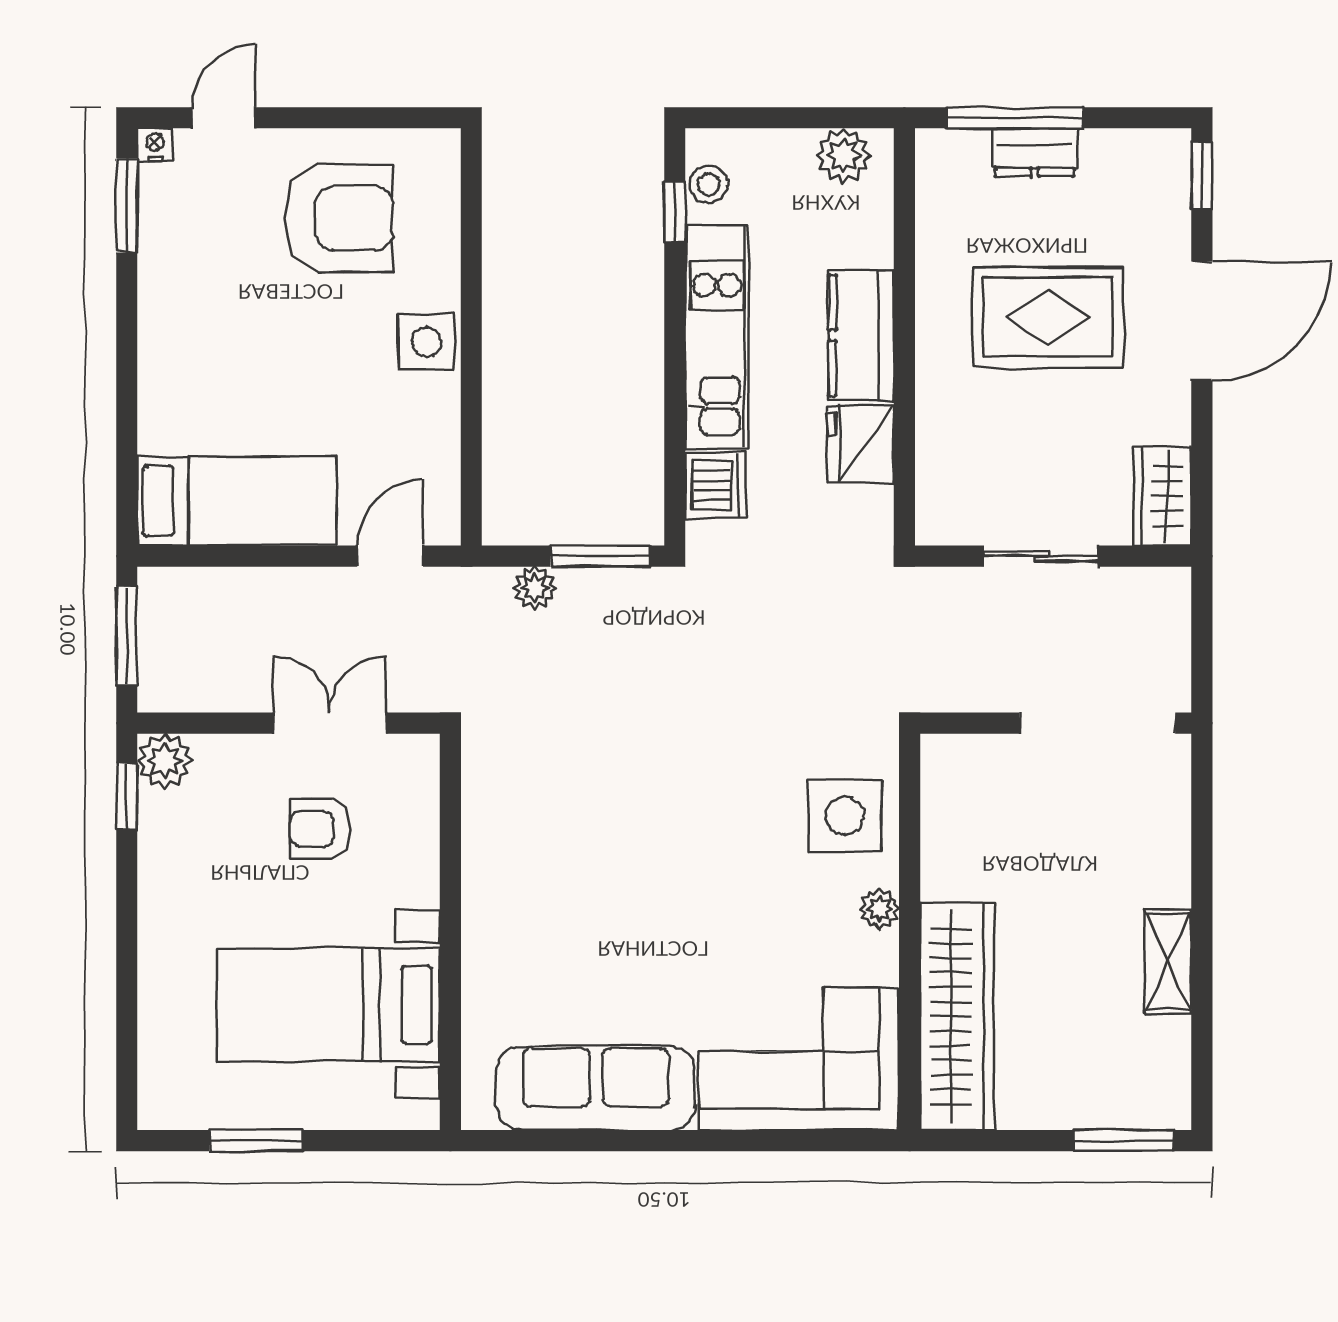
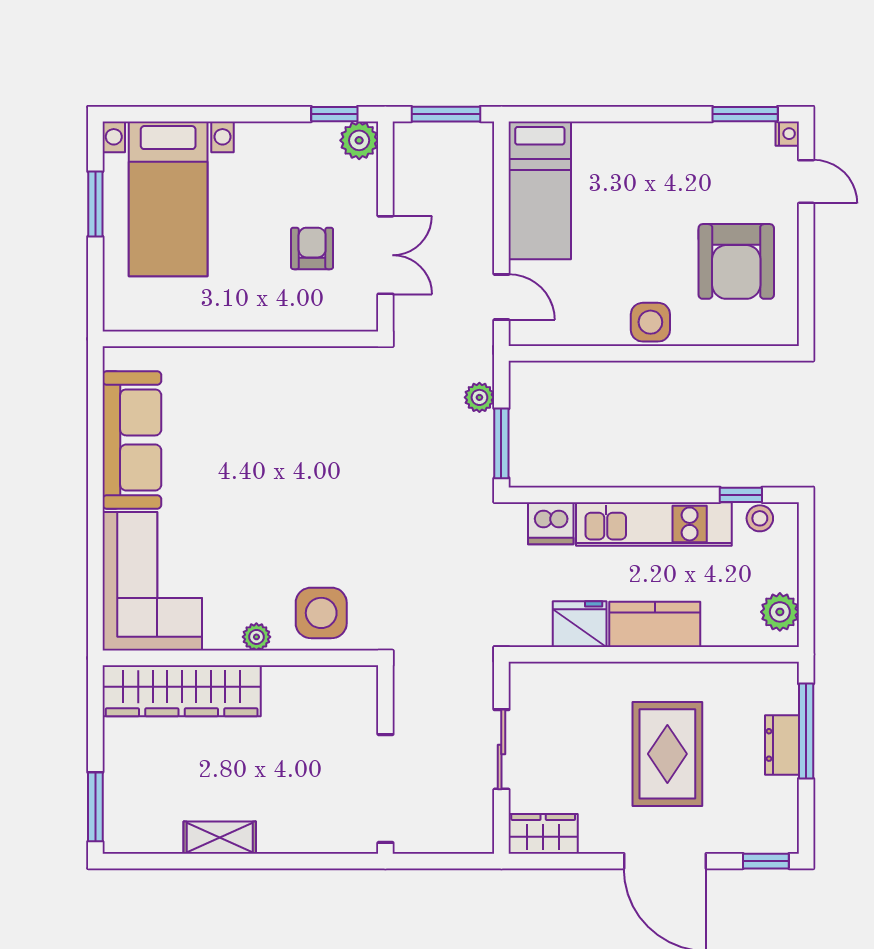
bed with nightstands: (328, 1005) -> (168, 199), moved, turned 180

